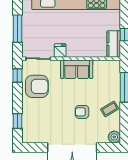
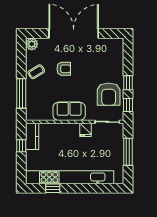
armchair: (37, 86) -> (109, 94), turned -90
window: (17, 121) -> (128, 83), moved

